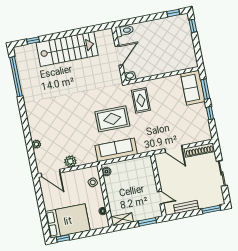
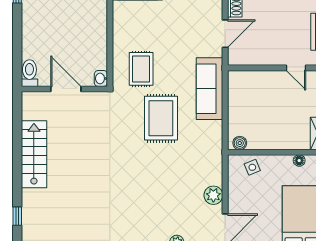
stairs: (67, 49) -> (34, 154), width x0.73, depth x0.66
rug: (141, 100) -> (141, 69), turned 90
sofa: (116, 150) -> (210, 89), moved
door: (161, 198) -> (296, 68), swing flipped

